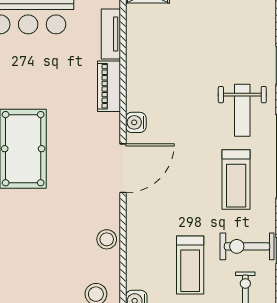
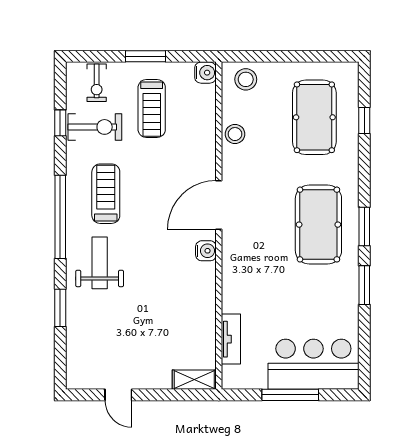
piano: (109, 86) -> (233, 287), removed
pool table: (27, 256) -> (314, 117), added
treadmill: (190, 265) -> (152, 108), turned 180

